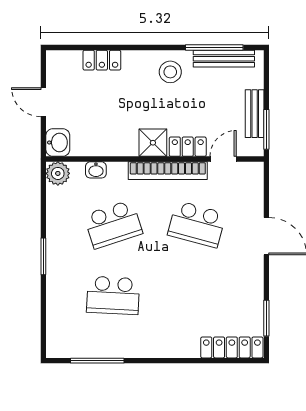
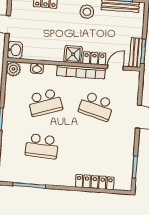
bench: (255, 114) -> (136, 53), moved
locker: (232, 347) -> (95, 182), moved

